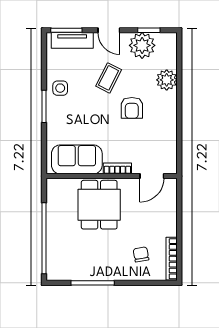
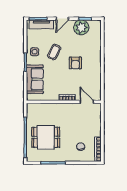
door: (109, 30) -> (62, 19), hinge flipped
coffee table: (109, 78) -> (54, 52), moved
plant: (167, 80) -> (95, 47), removed
sofa: (77, 159) -> (35, 79), moved, turned 90
door: (152, 176) -> (87, 102), swing flipped
dining table: (99, 205) -> (46, 137), moved, turned 90

